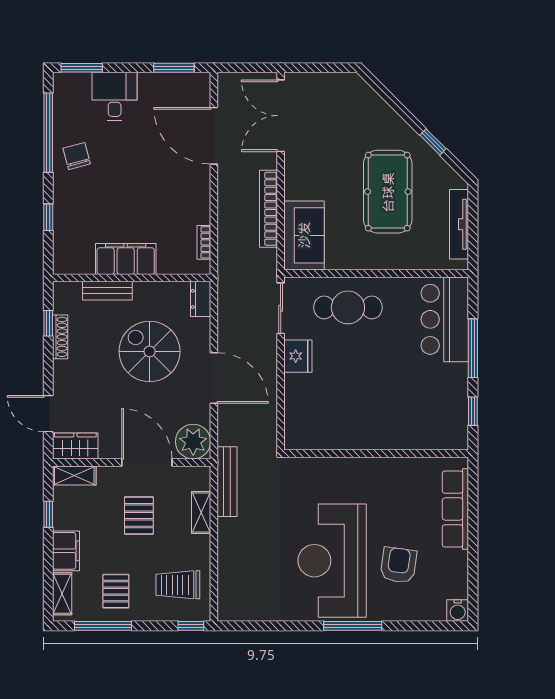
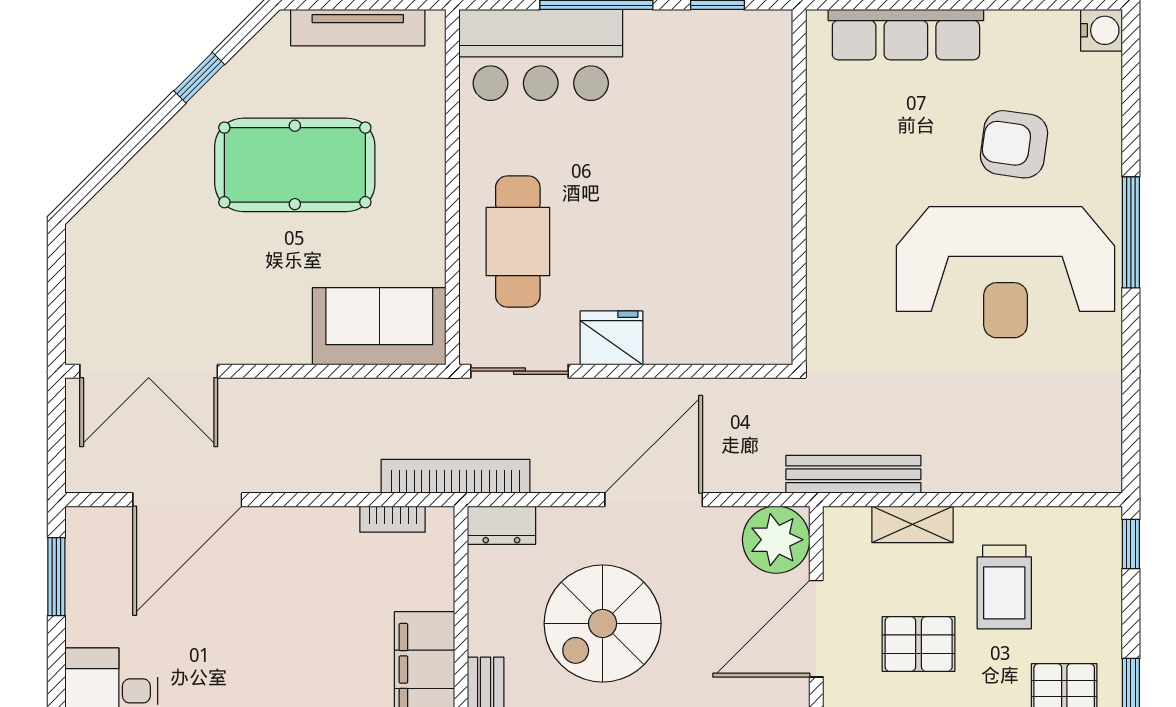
bookcase: (268, 209) -> (456, 476), moved, turned 180
trolley: (178, 585) -> (1004, 587), moved

